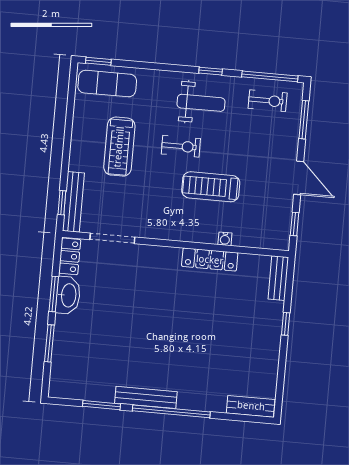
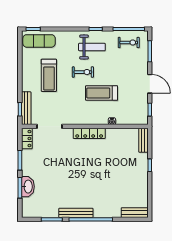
locker: (210, 260) -> (89, 133), moved
washbasin: (68, 295) -> (28, 187), moved

